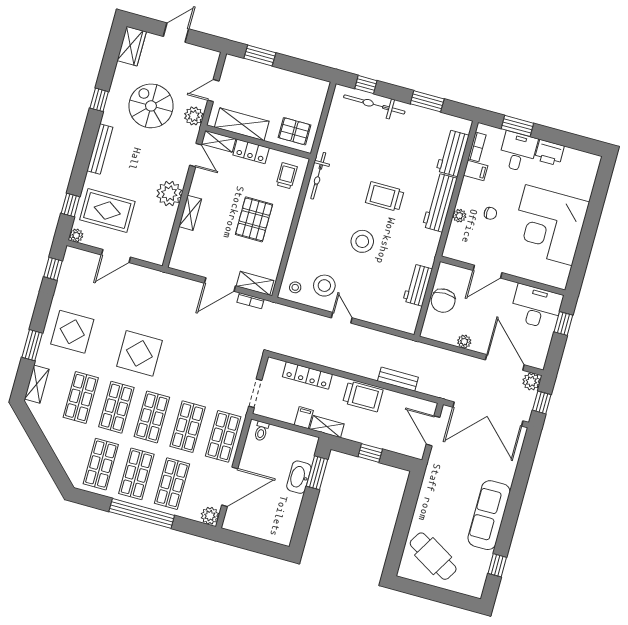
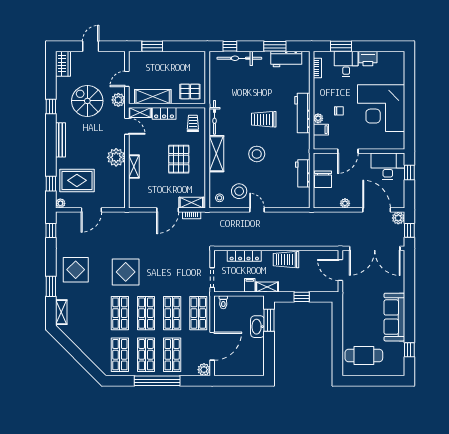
workbench: (453, 153) -> (286, 59), moved, turned -90
filing cabinet: (476, 171) -> (321, 130), moved
shelving: (307, 226) -> (216, 154), added
bench: (398, 379) -> (307, 241), removed
trolley: (363, 396) -> (286, 260), turned 180
shop shelf: (81, 397) -> (94, 313), removed
cafe table: (433, 556) -> (364, 355), turned -31

